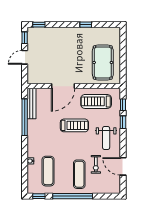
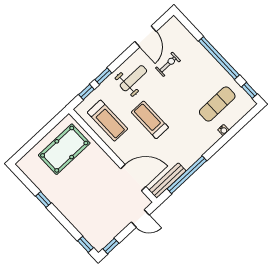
door: (25, 57) -> (140, 219), moved
door: (63, 86) -> (133, 178), moved
exercise mat: (79, 174) -> (192, 71), removed

